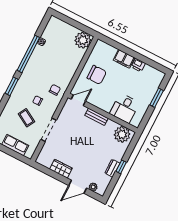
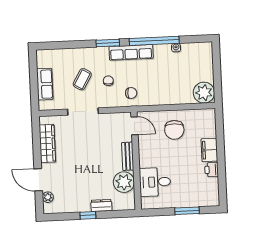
row of seats: (27, 74) -> (131, 52), added
plant: (122, 134) -> (124, 182), moved
dresser: (112, 168) -> (101, 205), moved
wardrobe: (61, 169) -> (47, 143), width x1.50

